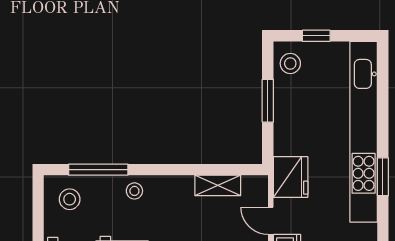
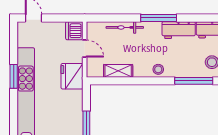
stool: (134, 191) -> (158, 69), moved

